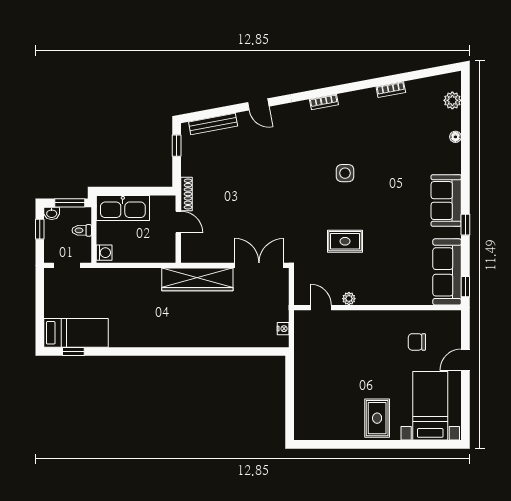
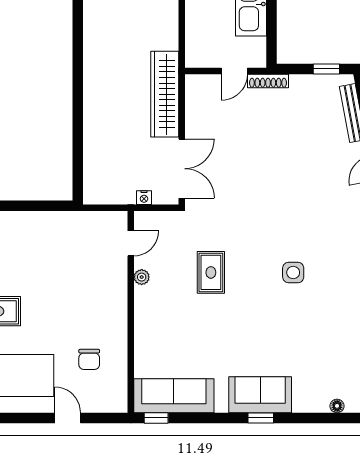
window: (465, 225) -> (261, 418), moved
nightstand: (283, 329) -> (144, 198), moved
chair: (417, 342) -> (89, 359), turned 180

